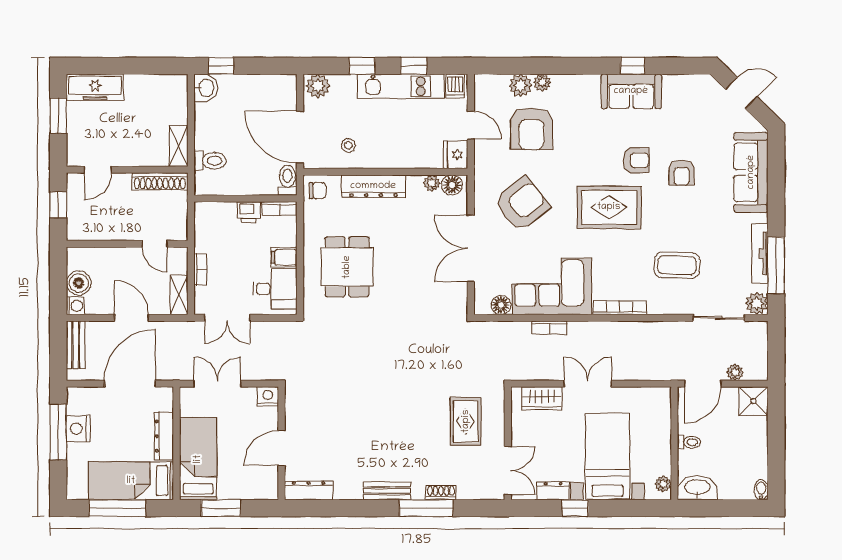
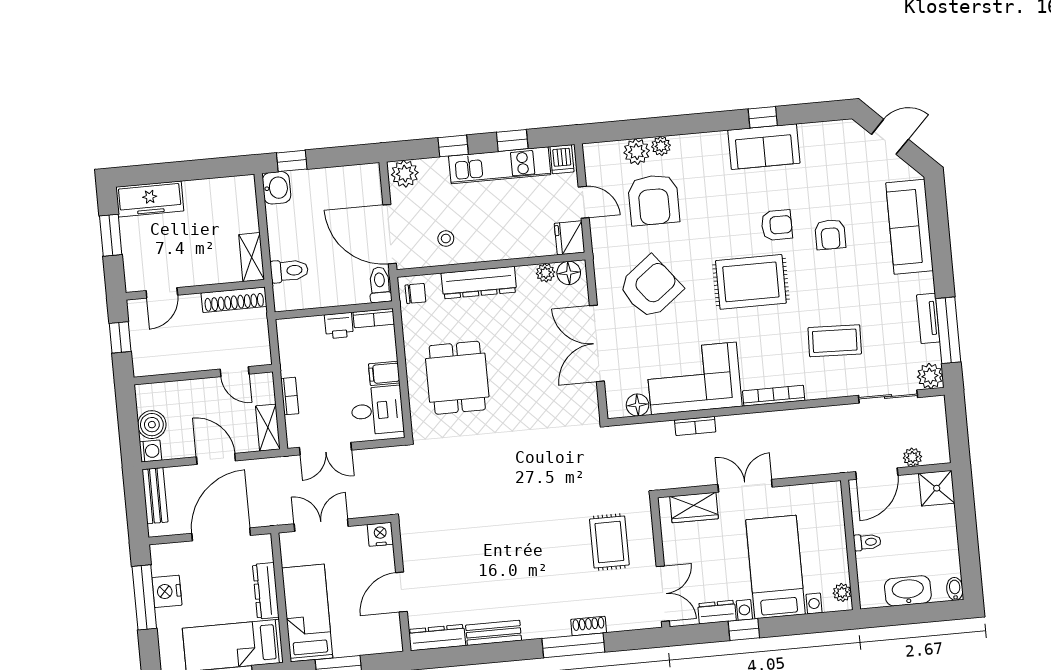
tv unit: (760, 253) -> (928, 318), width x0.71
washbasin: (697, 488) -> (908, 591), moved
bench: (387, 491) -> (494, 633), moved

